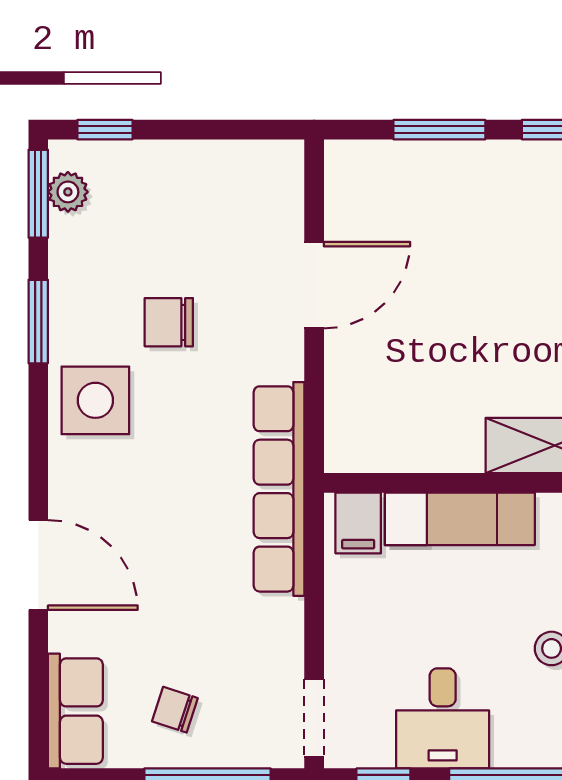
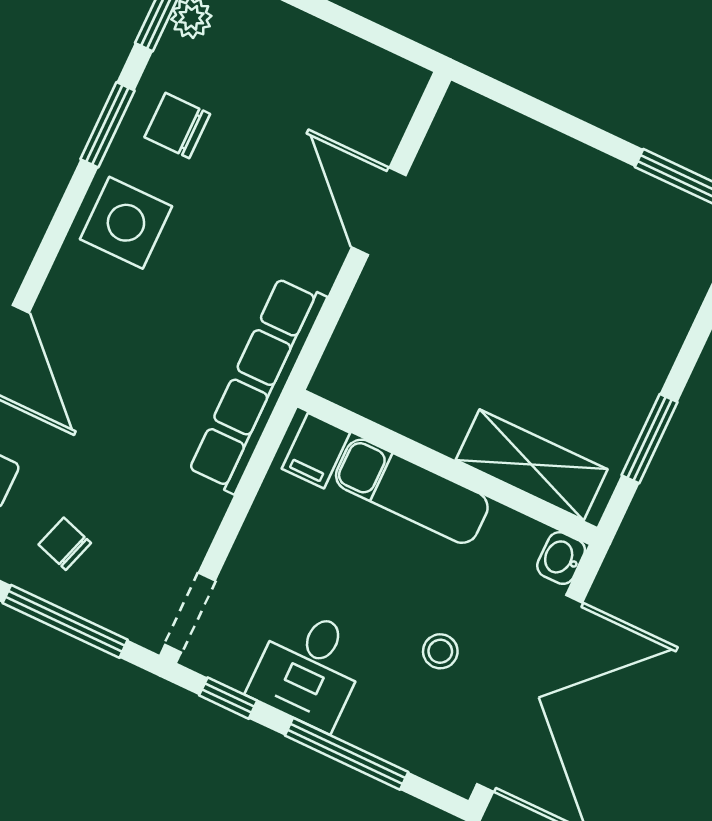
window: (439, 130) -> (563, 122), removed
door: (314, 285) -> (379, 211), swing flipped
chair: (169, 322) -> (177, 126), moved

